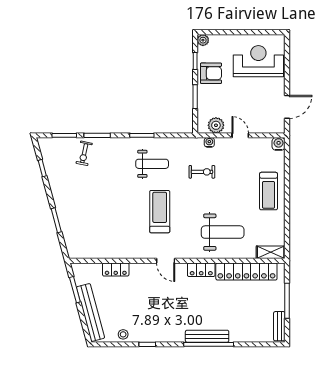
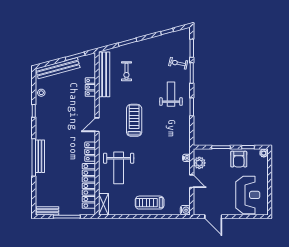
door: (240, 135) -> (192, 181), hinge flipped
weight bench: (152, 164) -> (171, 94), moved, turned 180
exercise bike: (202, 172) -> (126, 71), moved
treadmill: (160, 212) -> (134, 120), turned -90
bench: (99, 251) -> (104, 74), added

